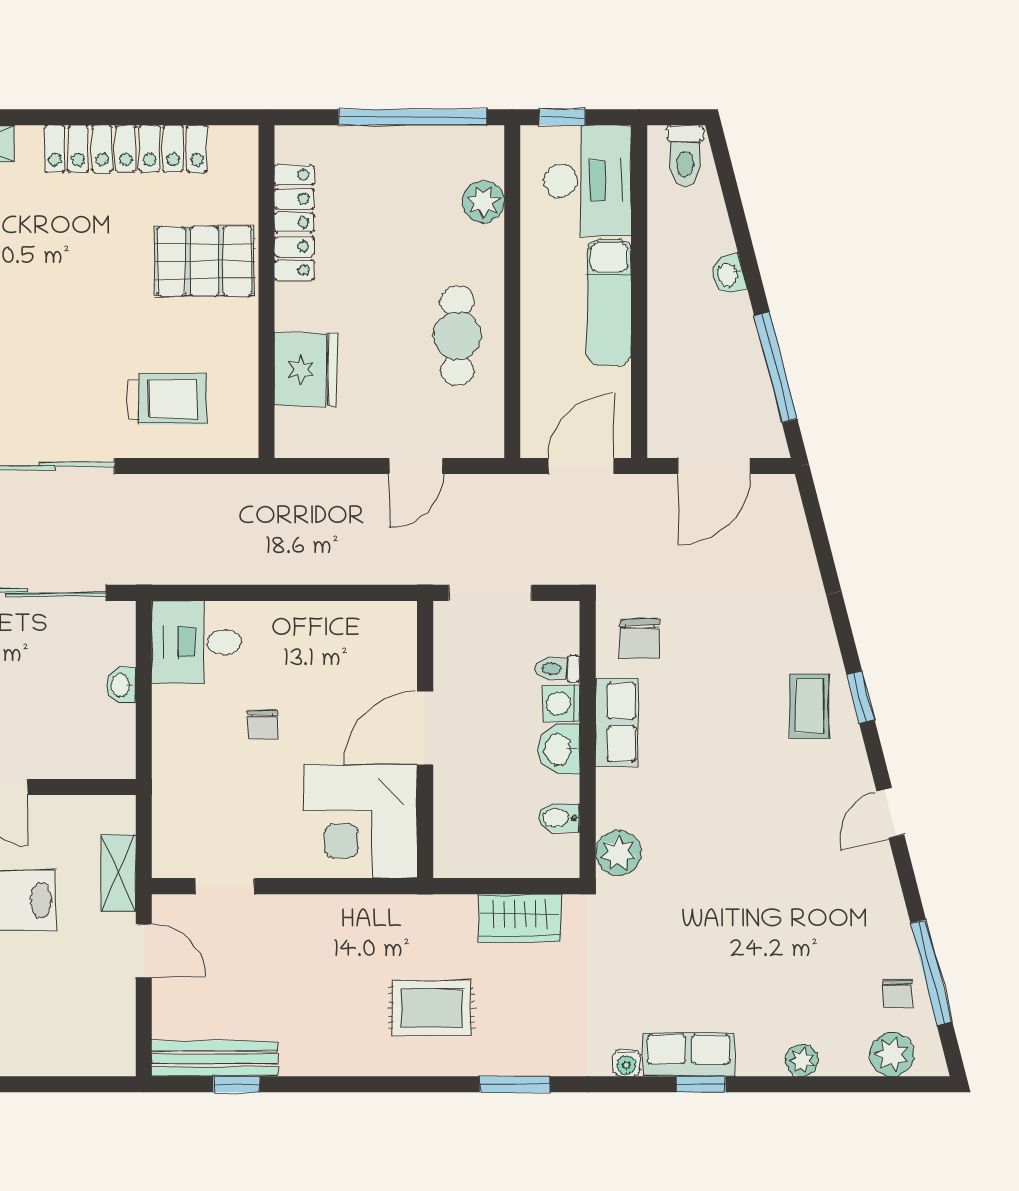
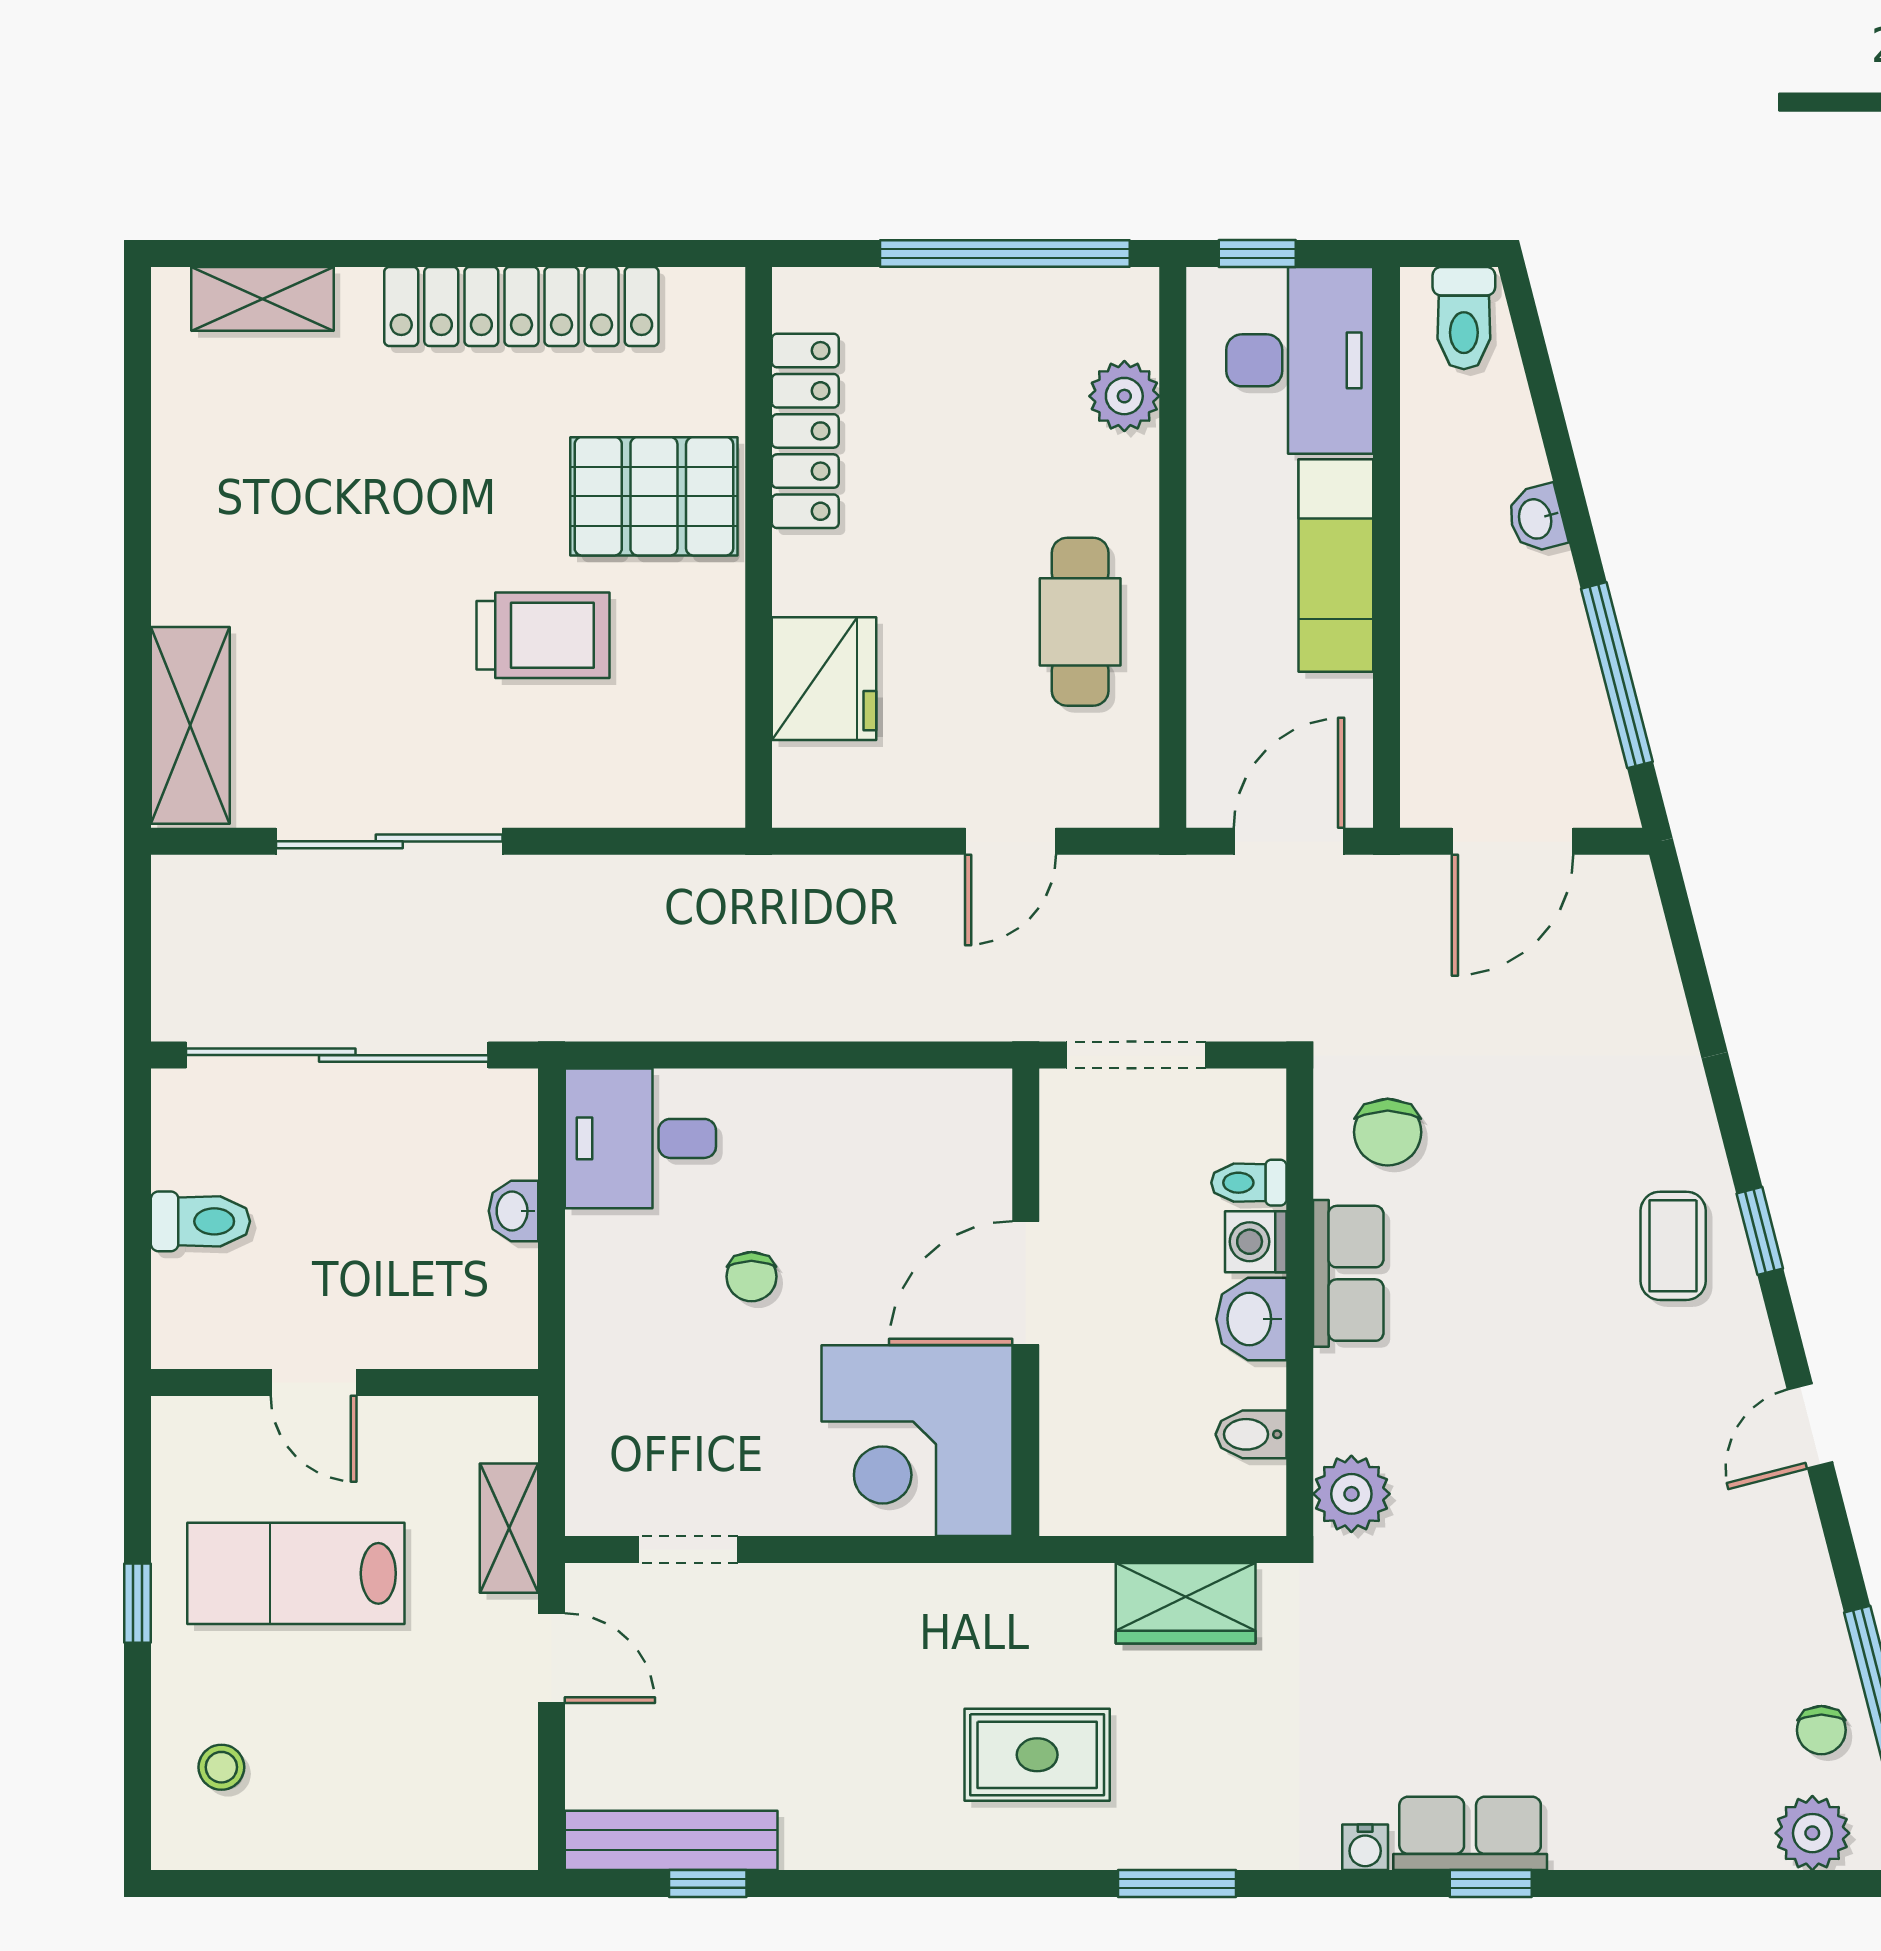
trolley: (167, 399) -> (543, 635), moved
plant: (802, 1060) -> (1661, 1843), removed

